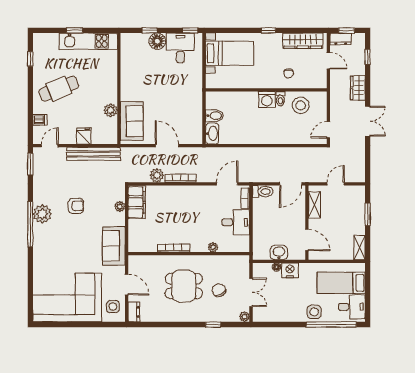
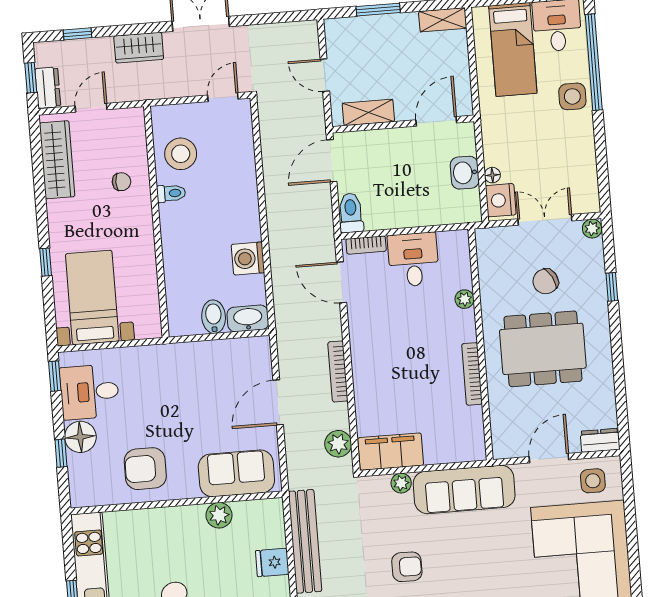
window: (268, 30) -> (46, 262), moved
armchair: (138, 74) -> (145, 469), added
washing machine: (267, 100) -> (248, 258), moved, turned 180
door: (328, 130) -> (223, 97), swing flipped
plant: (157, 175) -> (338, 444), moved
door: (291, 184) -> (332, 161), swing flipped
armchair: (76, 206) -> (407, 567), turned 91
sofa: (114, 246) -> (464, 489), width x1.36
nightstand: (290, 270) -> (501, 200), moved
dining table: (184, 286) -> (543, 349), width x1.37

